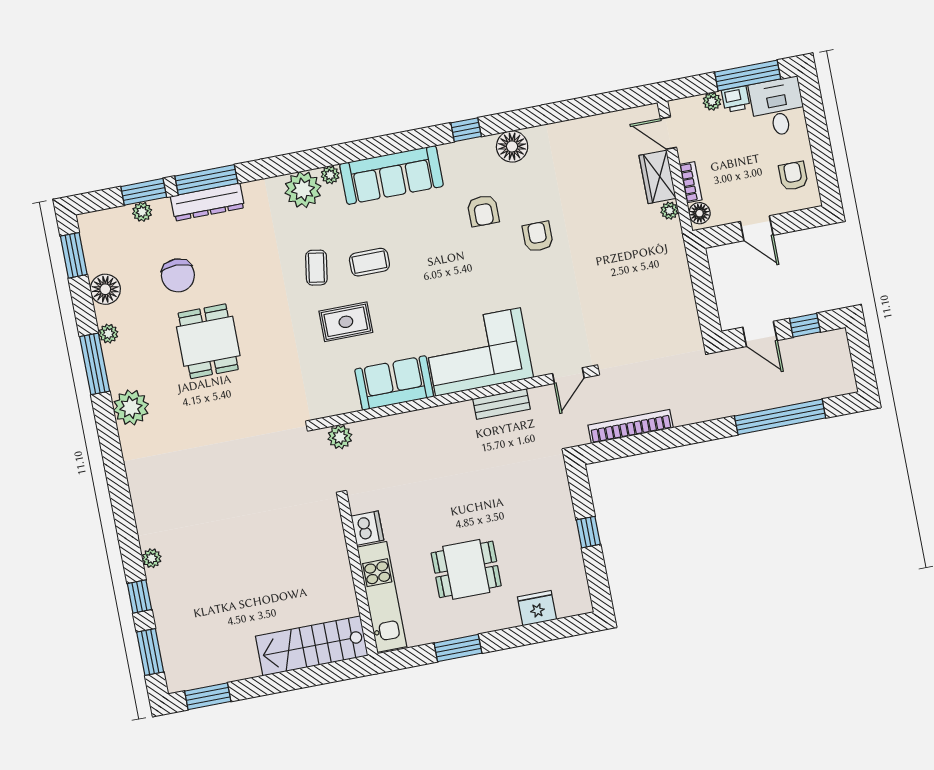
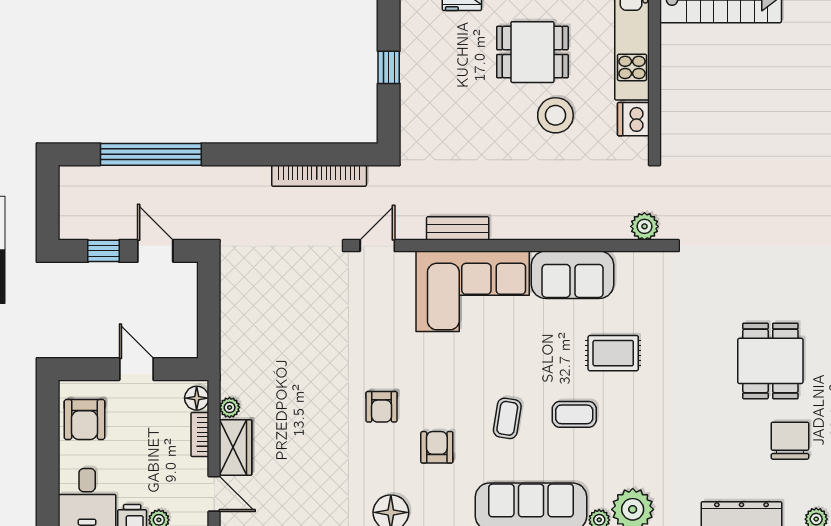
armchair: (793, 176) -> (85, 420), width x1.38, depth x1.38
coffee table: (316, 268) -> (507, 418), moved
stool: (436, 518) -> (555, 115), added

